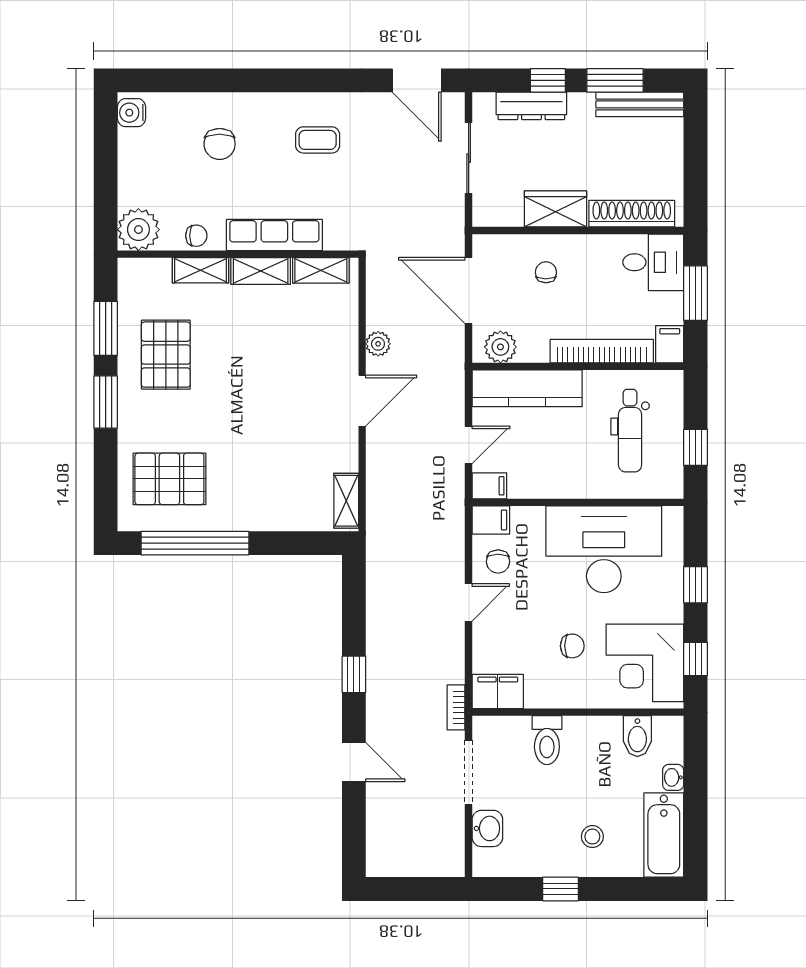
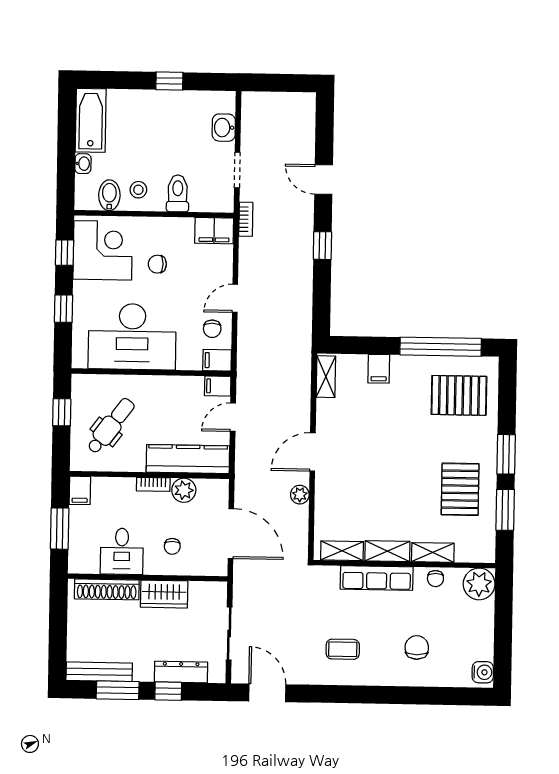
chair: (196, 236) -> (435, 579), turned -90
desk: (653, 262) -> (122, 551), moved, turned -90
plant: (500, 347) -> (184, 490), moved
bookcase: (602, 351) -> (153, 484), width x0.43, depth x0.76
dental chair: (630, 431) -> (111, 426), turned 37
filing cabinet: (276, 512) -> (379, 369), added
chair: (498, 562) -> (212, 329), turned 180
doorway: (469, 772) -> (237, 170), width x0.73
stool: (592, 837) -> (138, 190), moved

